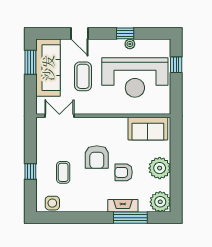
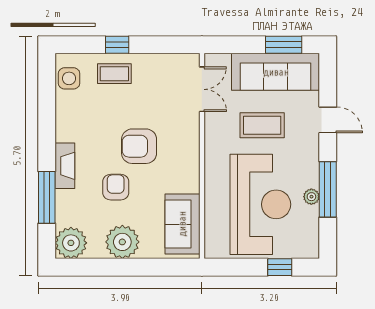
door: (79, 33) -> (328, 120), swing flipped
window: (125, 33) -> (328, 189), width x2.17
reception desk: (135, 78) -> (260, 204), turned 180
coffee table: (63, 172) -> (114, 74), moved
fireplace: (123, 206) -> (65, 166), moved

